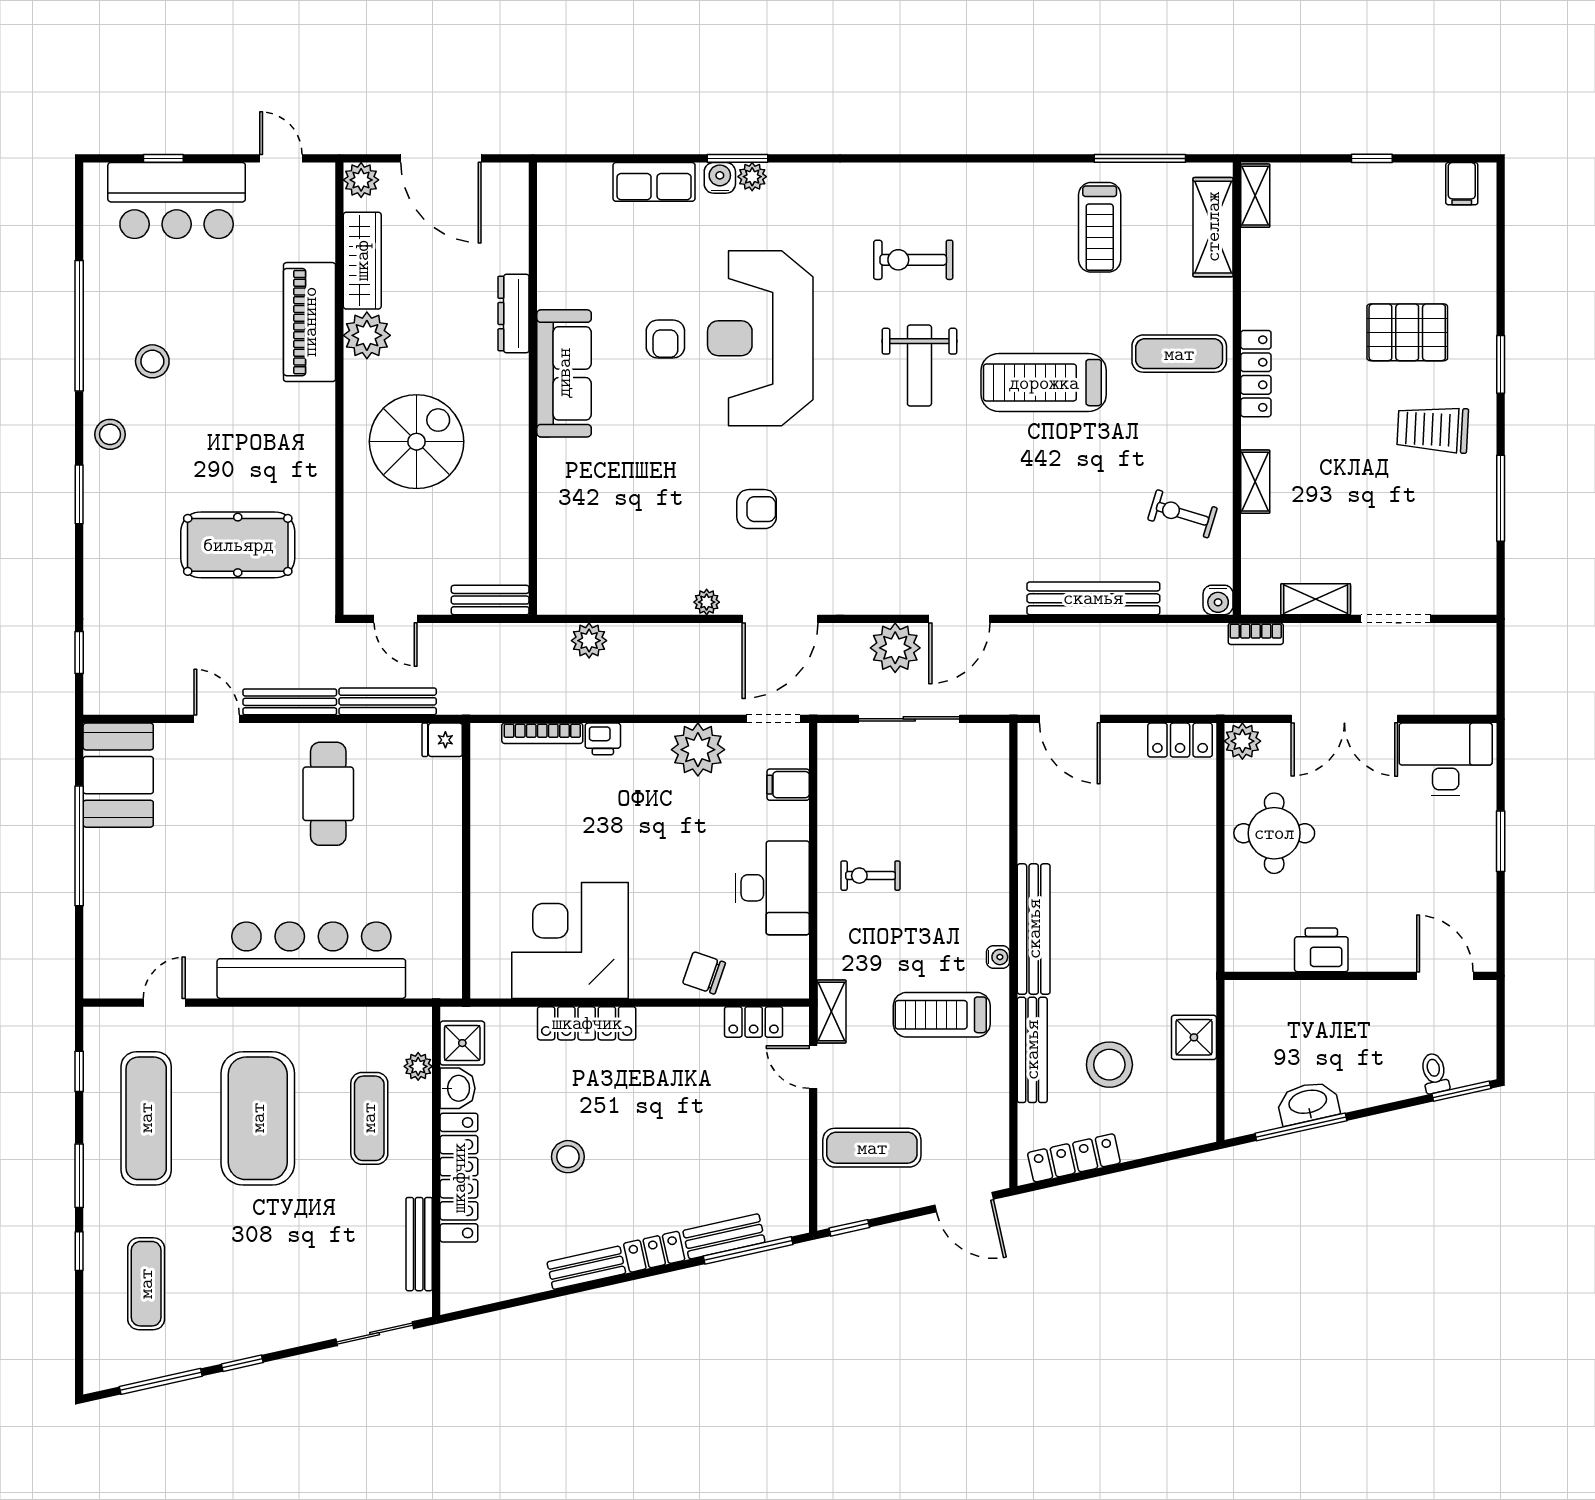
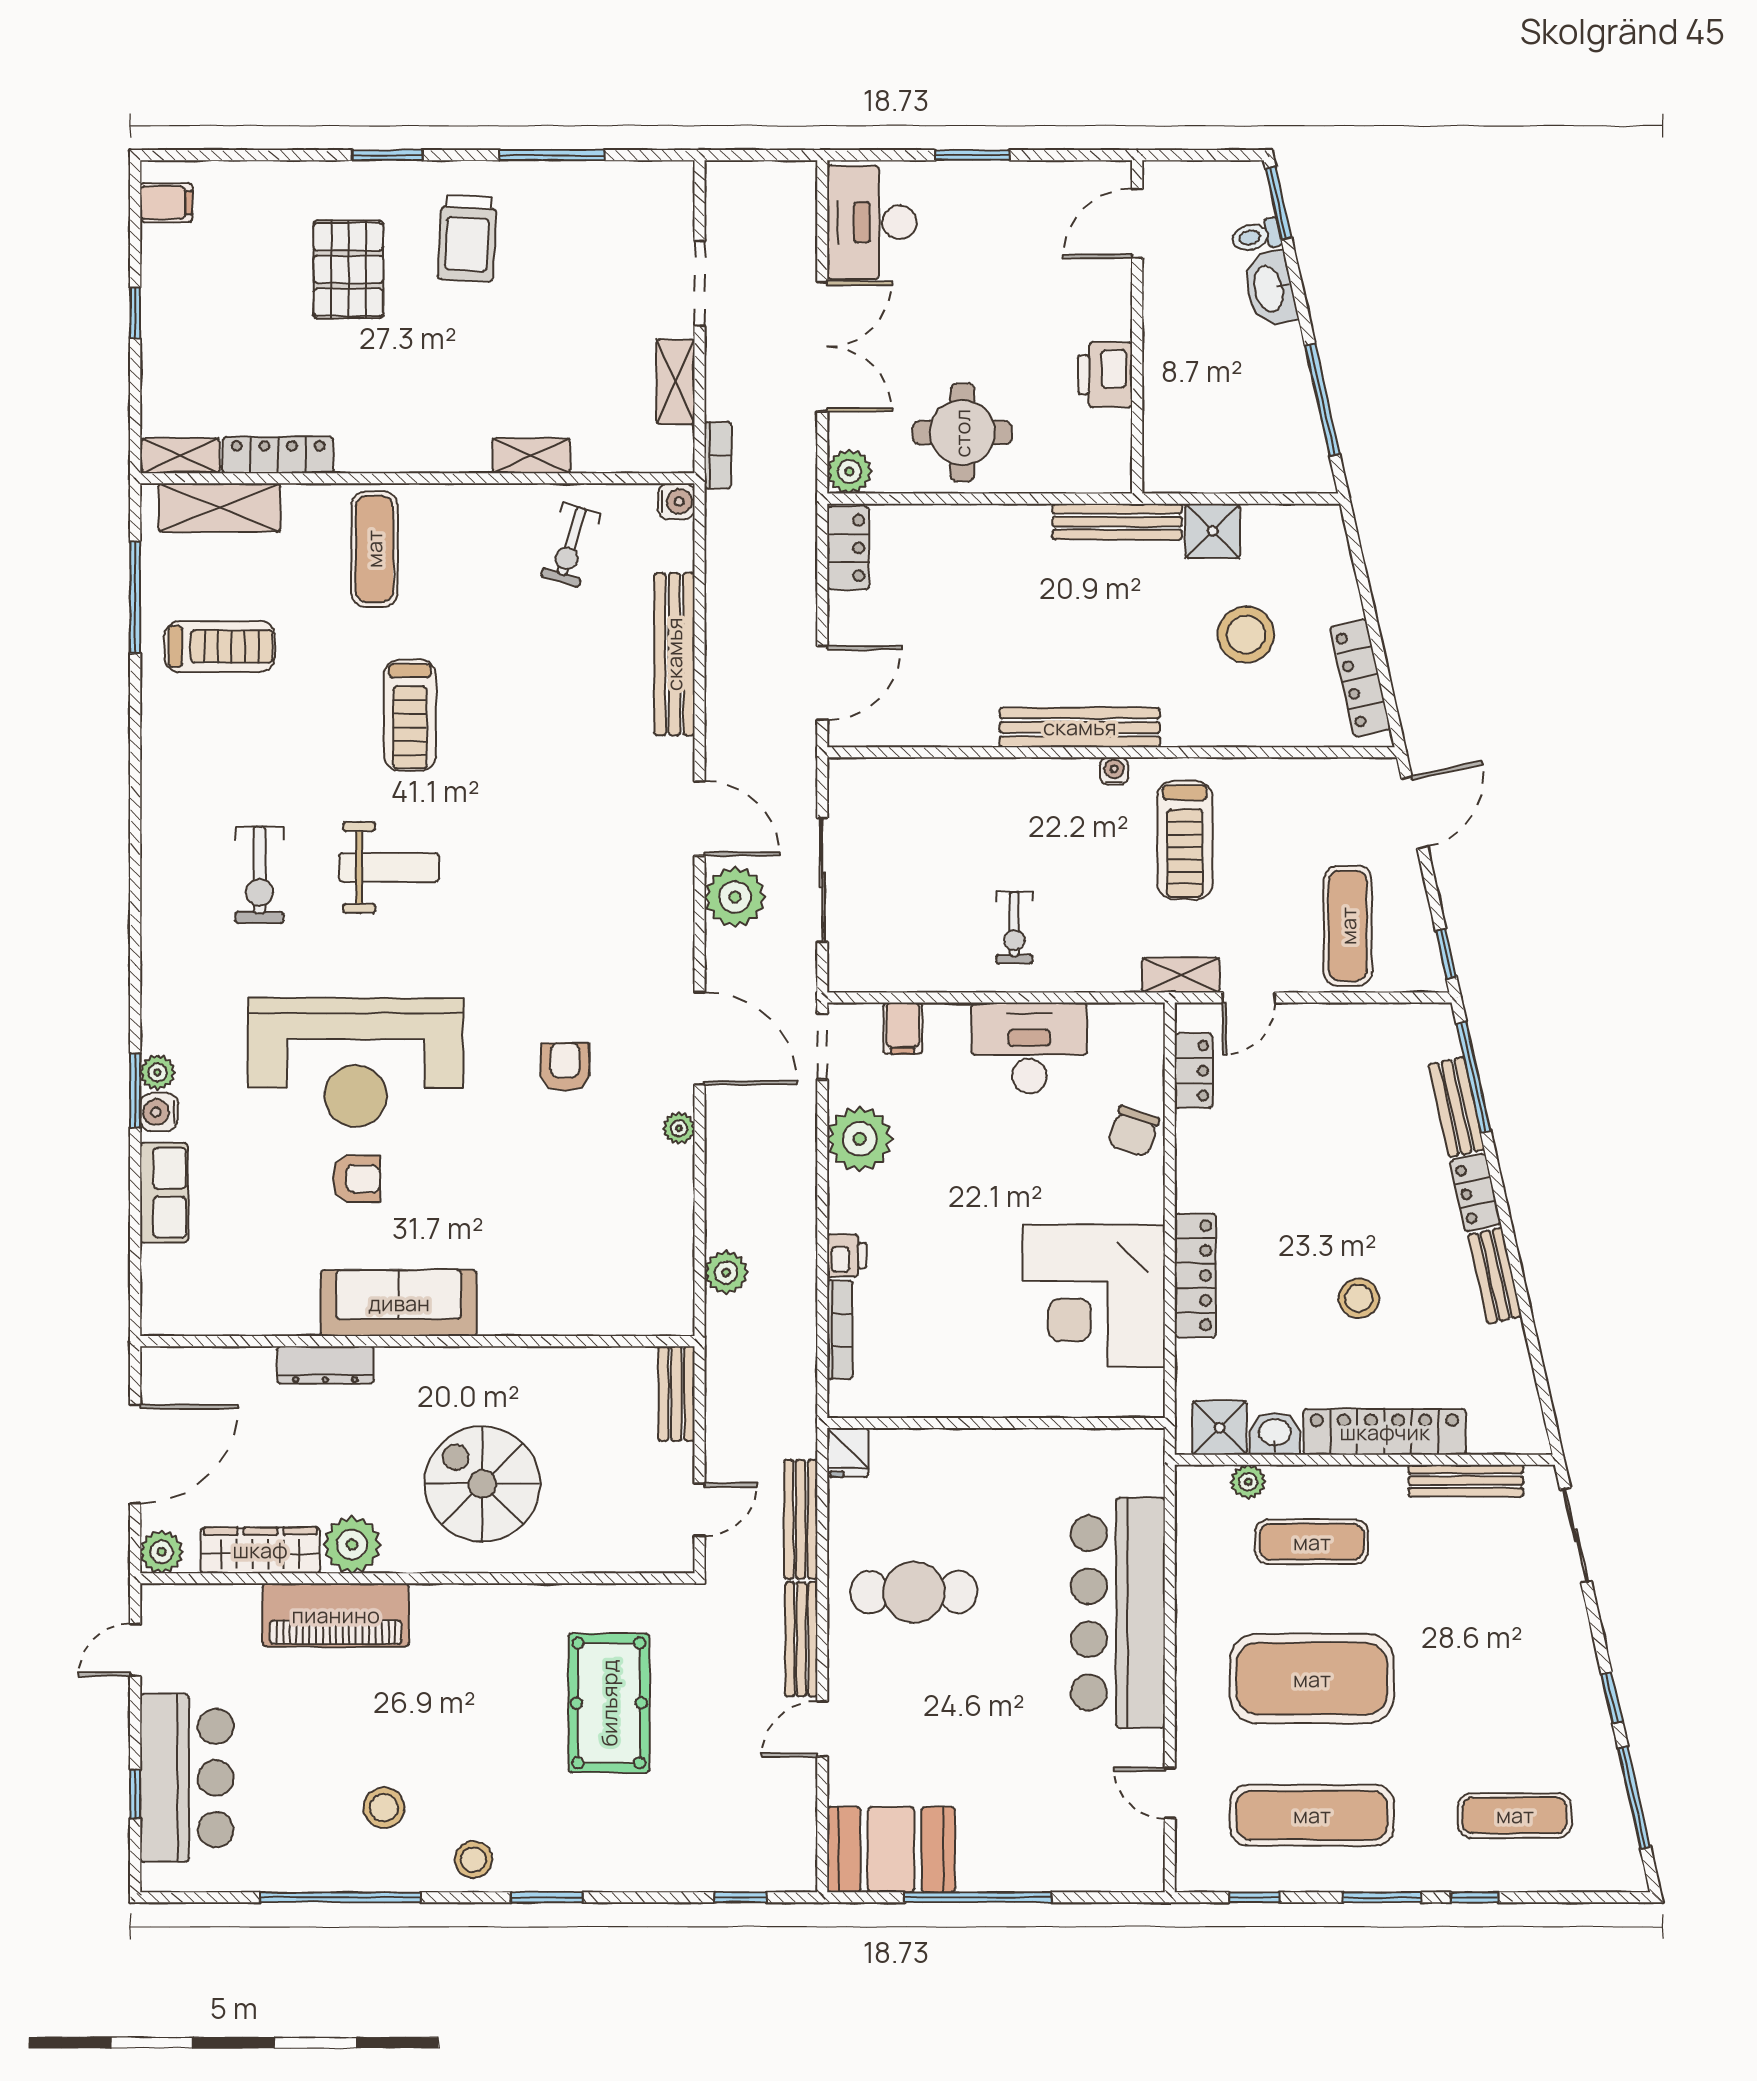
locker: (1256, 374) -> (278, 455), moved
treadmill: (1044, 383) -> (410, 715), width x0.73, depth x0.73
bench: (1032, 1050) -> (1117, 522), moved
washbasin: (1308, 1103) -> (1270, 289), moved

